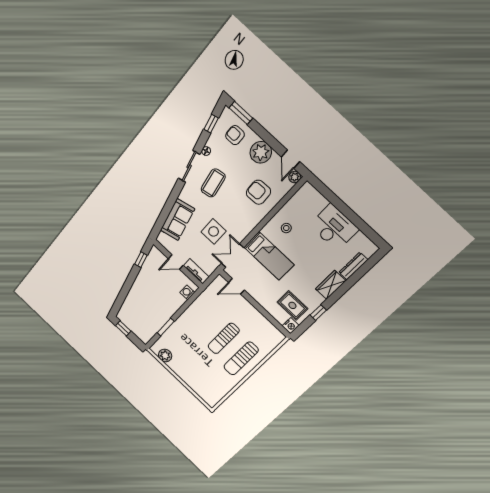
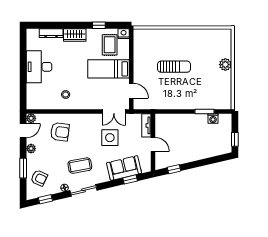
window: (241, 113) -> (23, 168), moved
armchair: (235, 135) -> (39, 178), turned -65
plant: (261, 152) -> (31, 149), width x0.53, depth x0.53
armchair: (258, 192) -> (60, 132), turned -81
window: (164, 216) -> (130, 179), added
bed: (269, 256) -> (108, 69), moved, turned -90
washing machine: (187, 292) -> (213, 119), moved
plant: (165, 355) -> (225, 65), moved
sun lounger: (241, 358) -> (176, 43), removed

